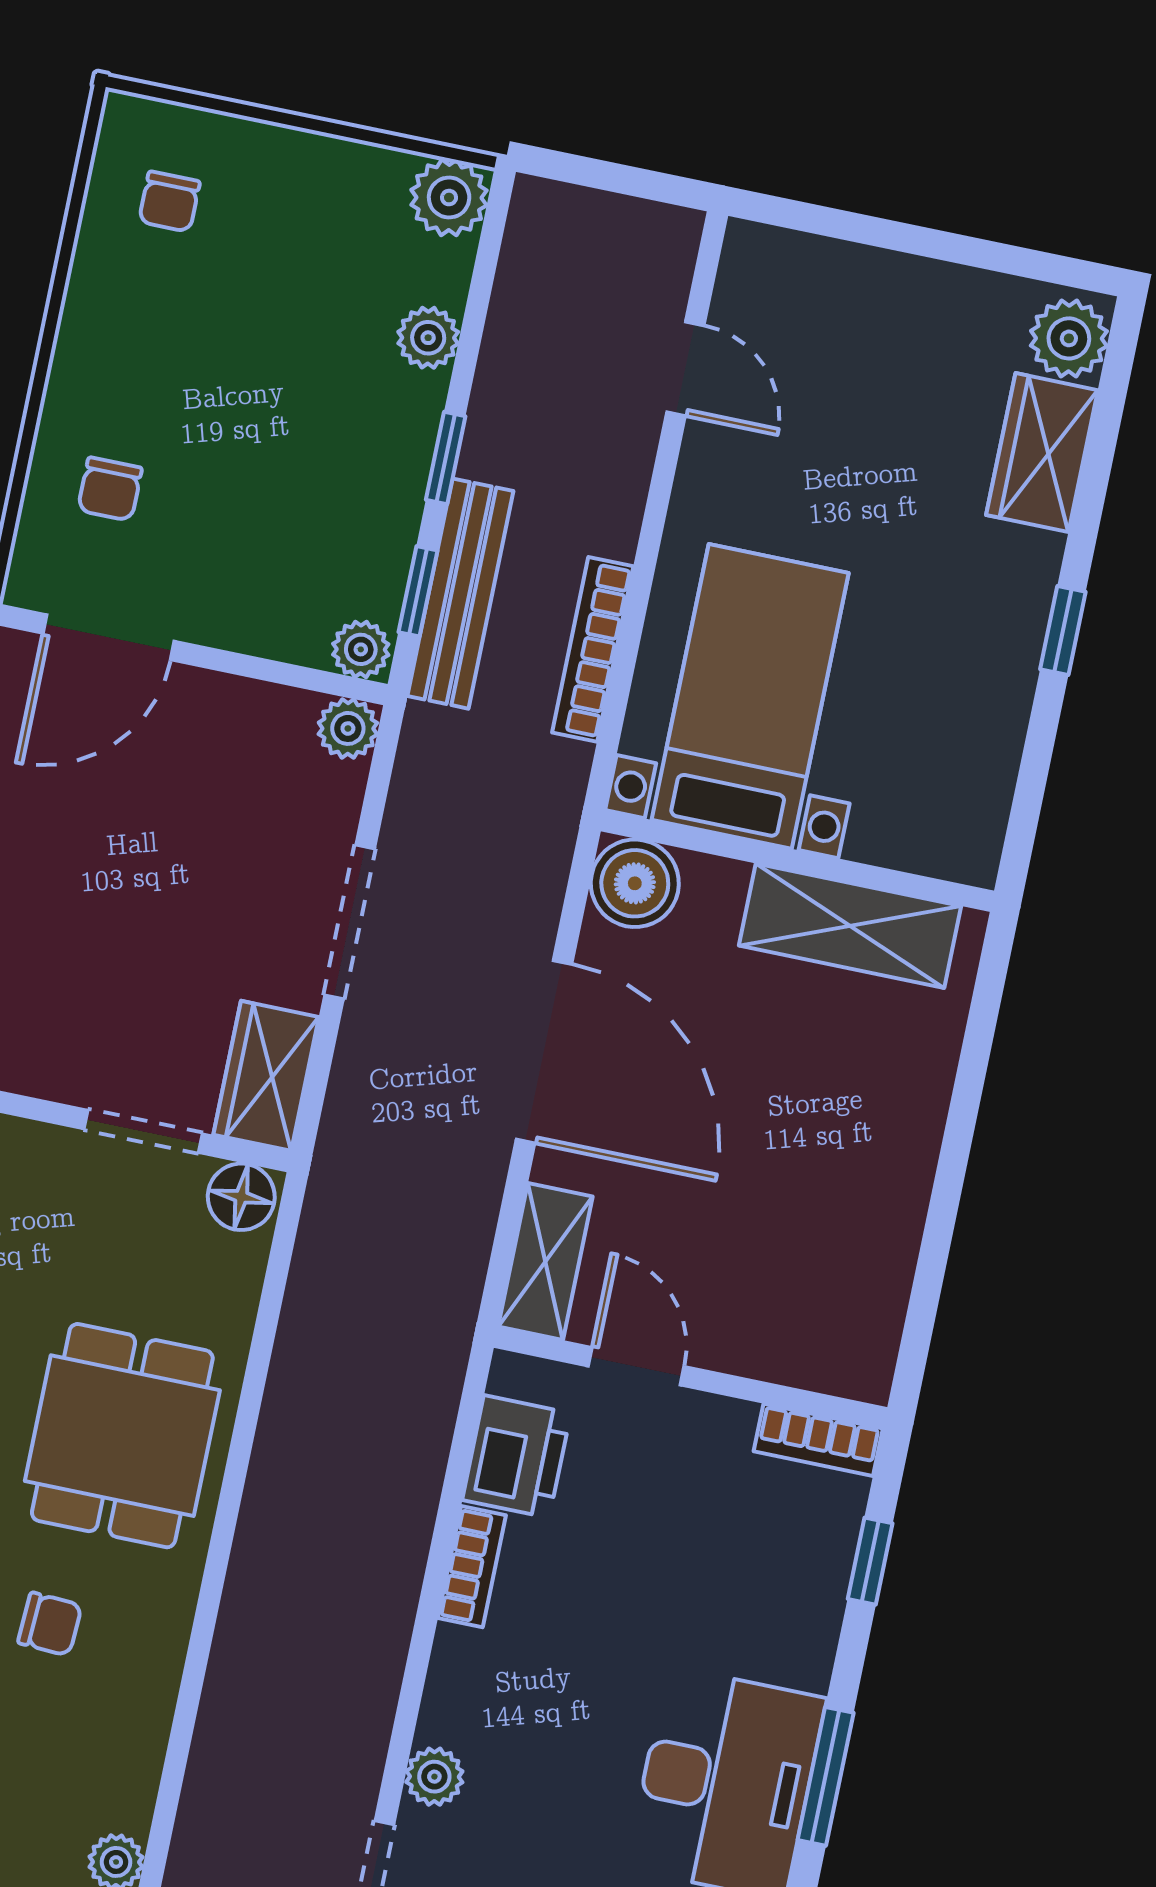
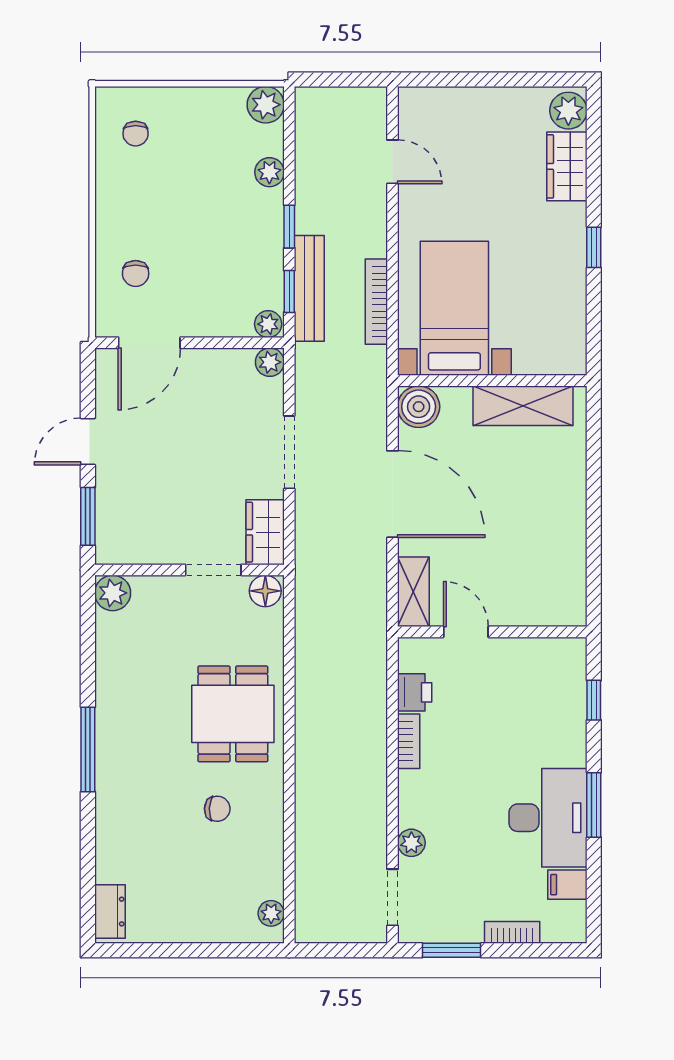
bookcase: (818, 1440) -> (558, 649), removed
printer: (517, 1457) -> (415, 692), width x0.73, depth x0.81

